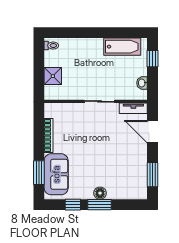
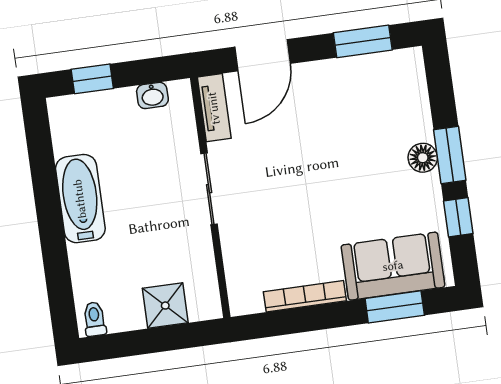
bathtub: (122, 47) -> (80, 199), moved

